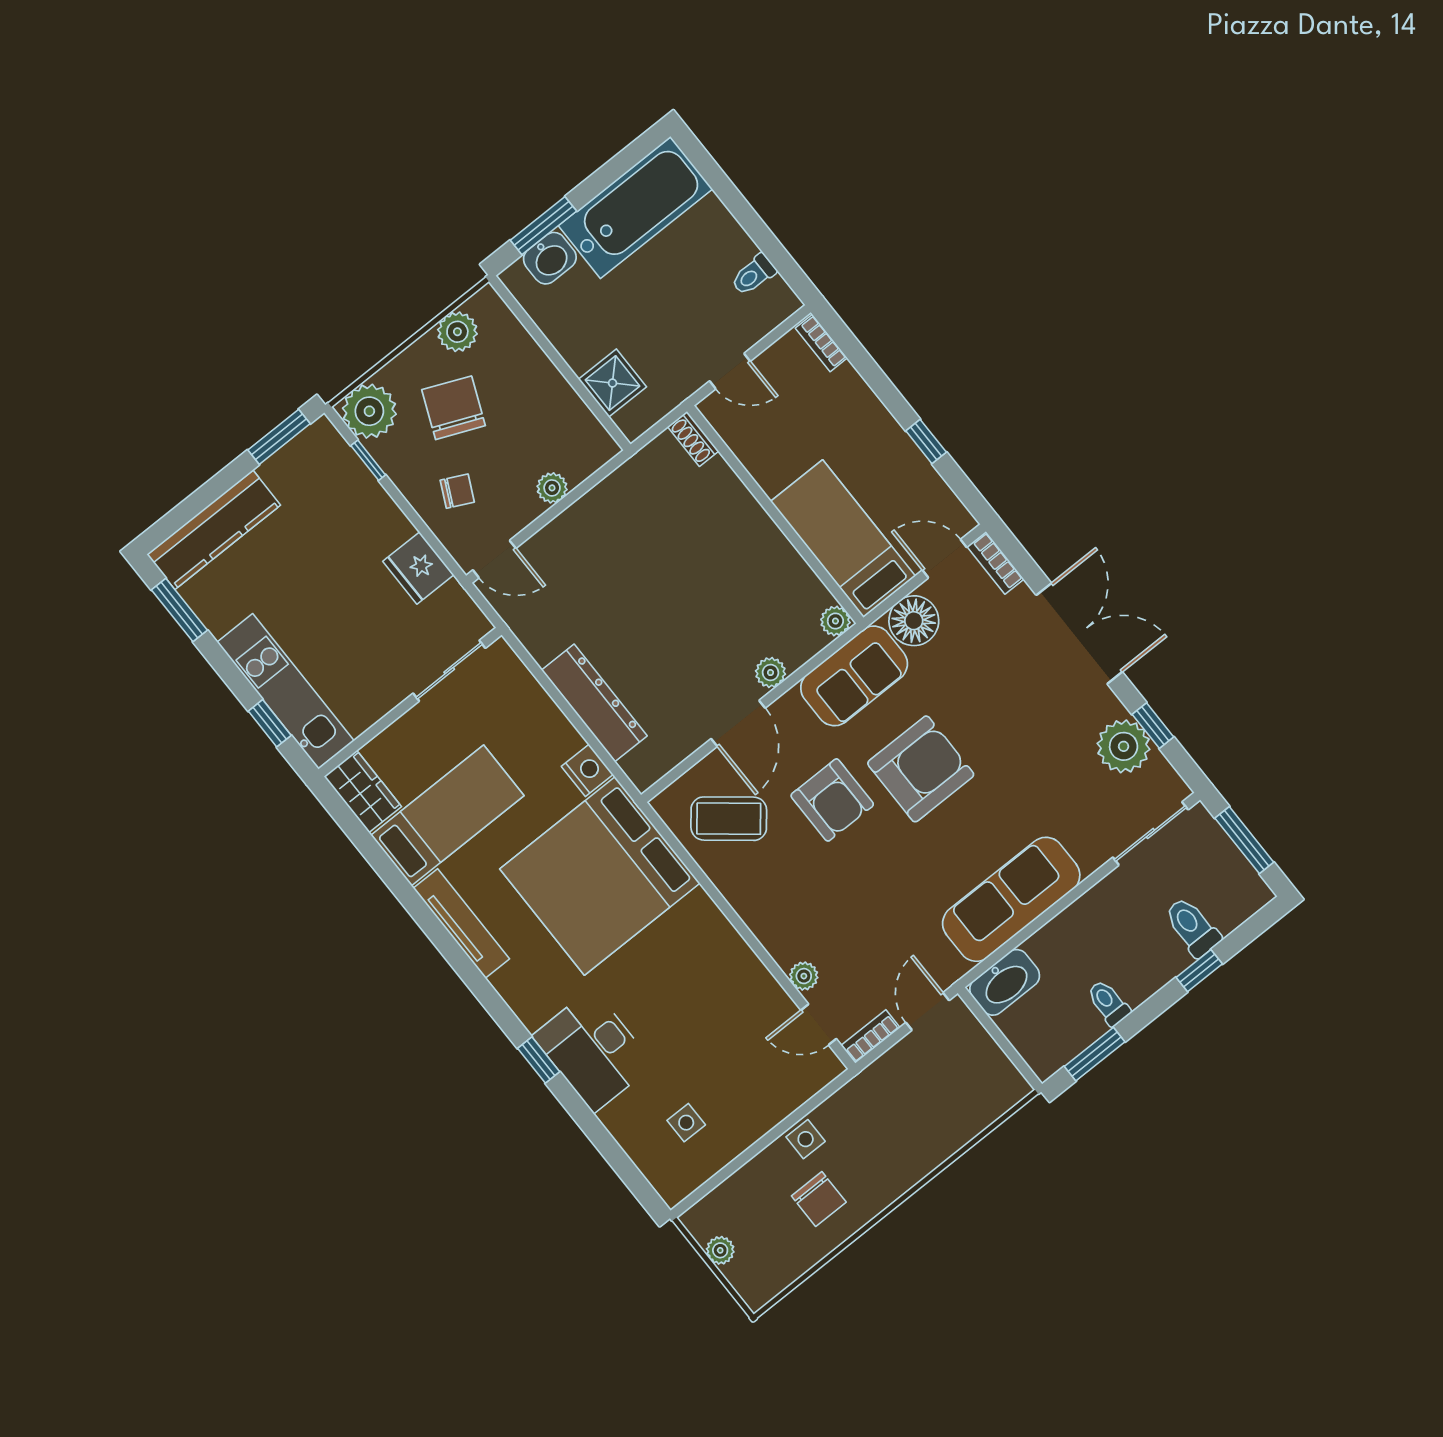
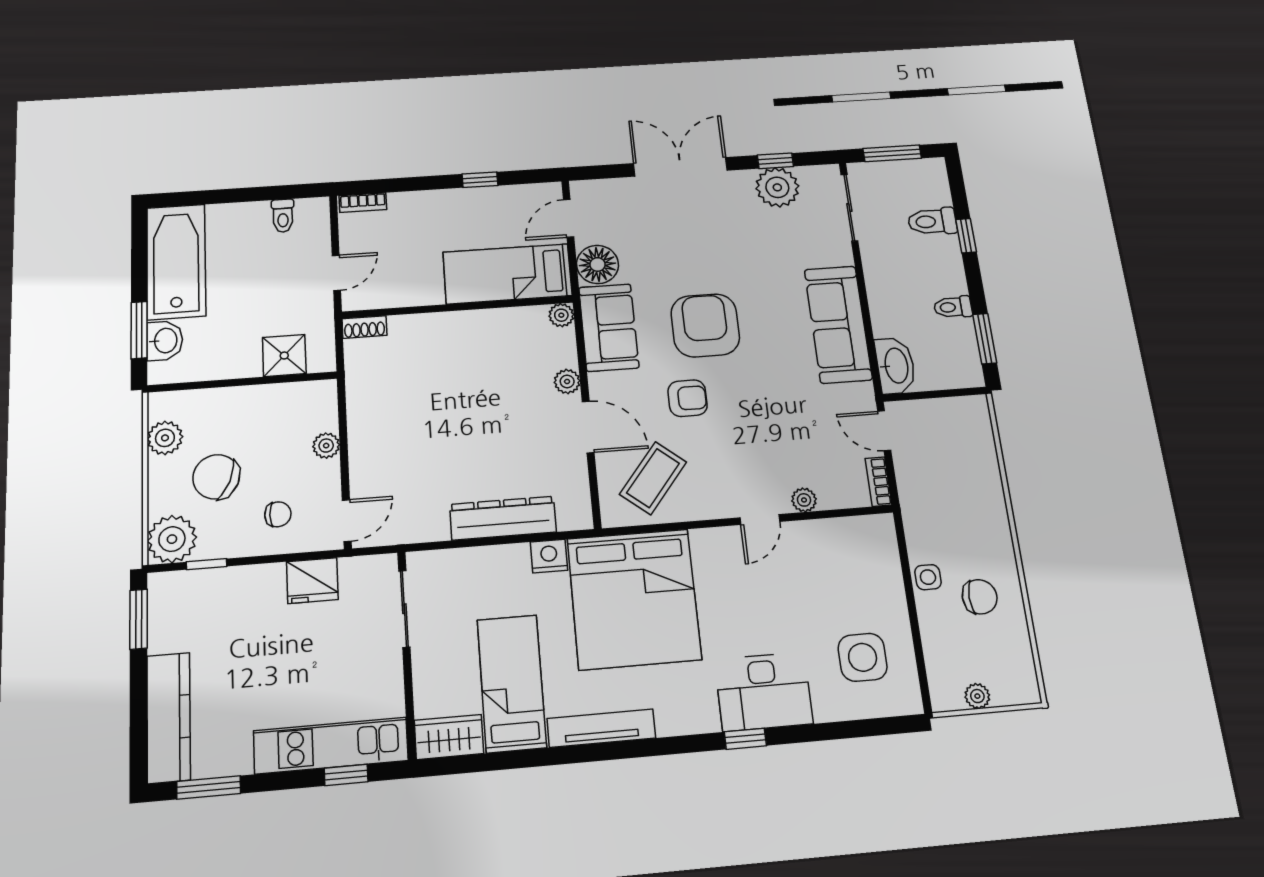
chair: (457, 491) -> (278, 514), turned 64
bookcase: (995, 563) -> (595, 188), removed
armchair: (832, 800) -> (687, 398), width x0.72, depth x0.72
door: (819, 1024) -> (760, 520), moved
side table: (686, 1123) -> (863, 657), width x1.87, depth x1.87

